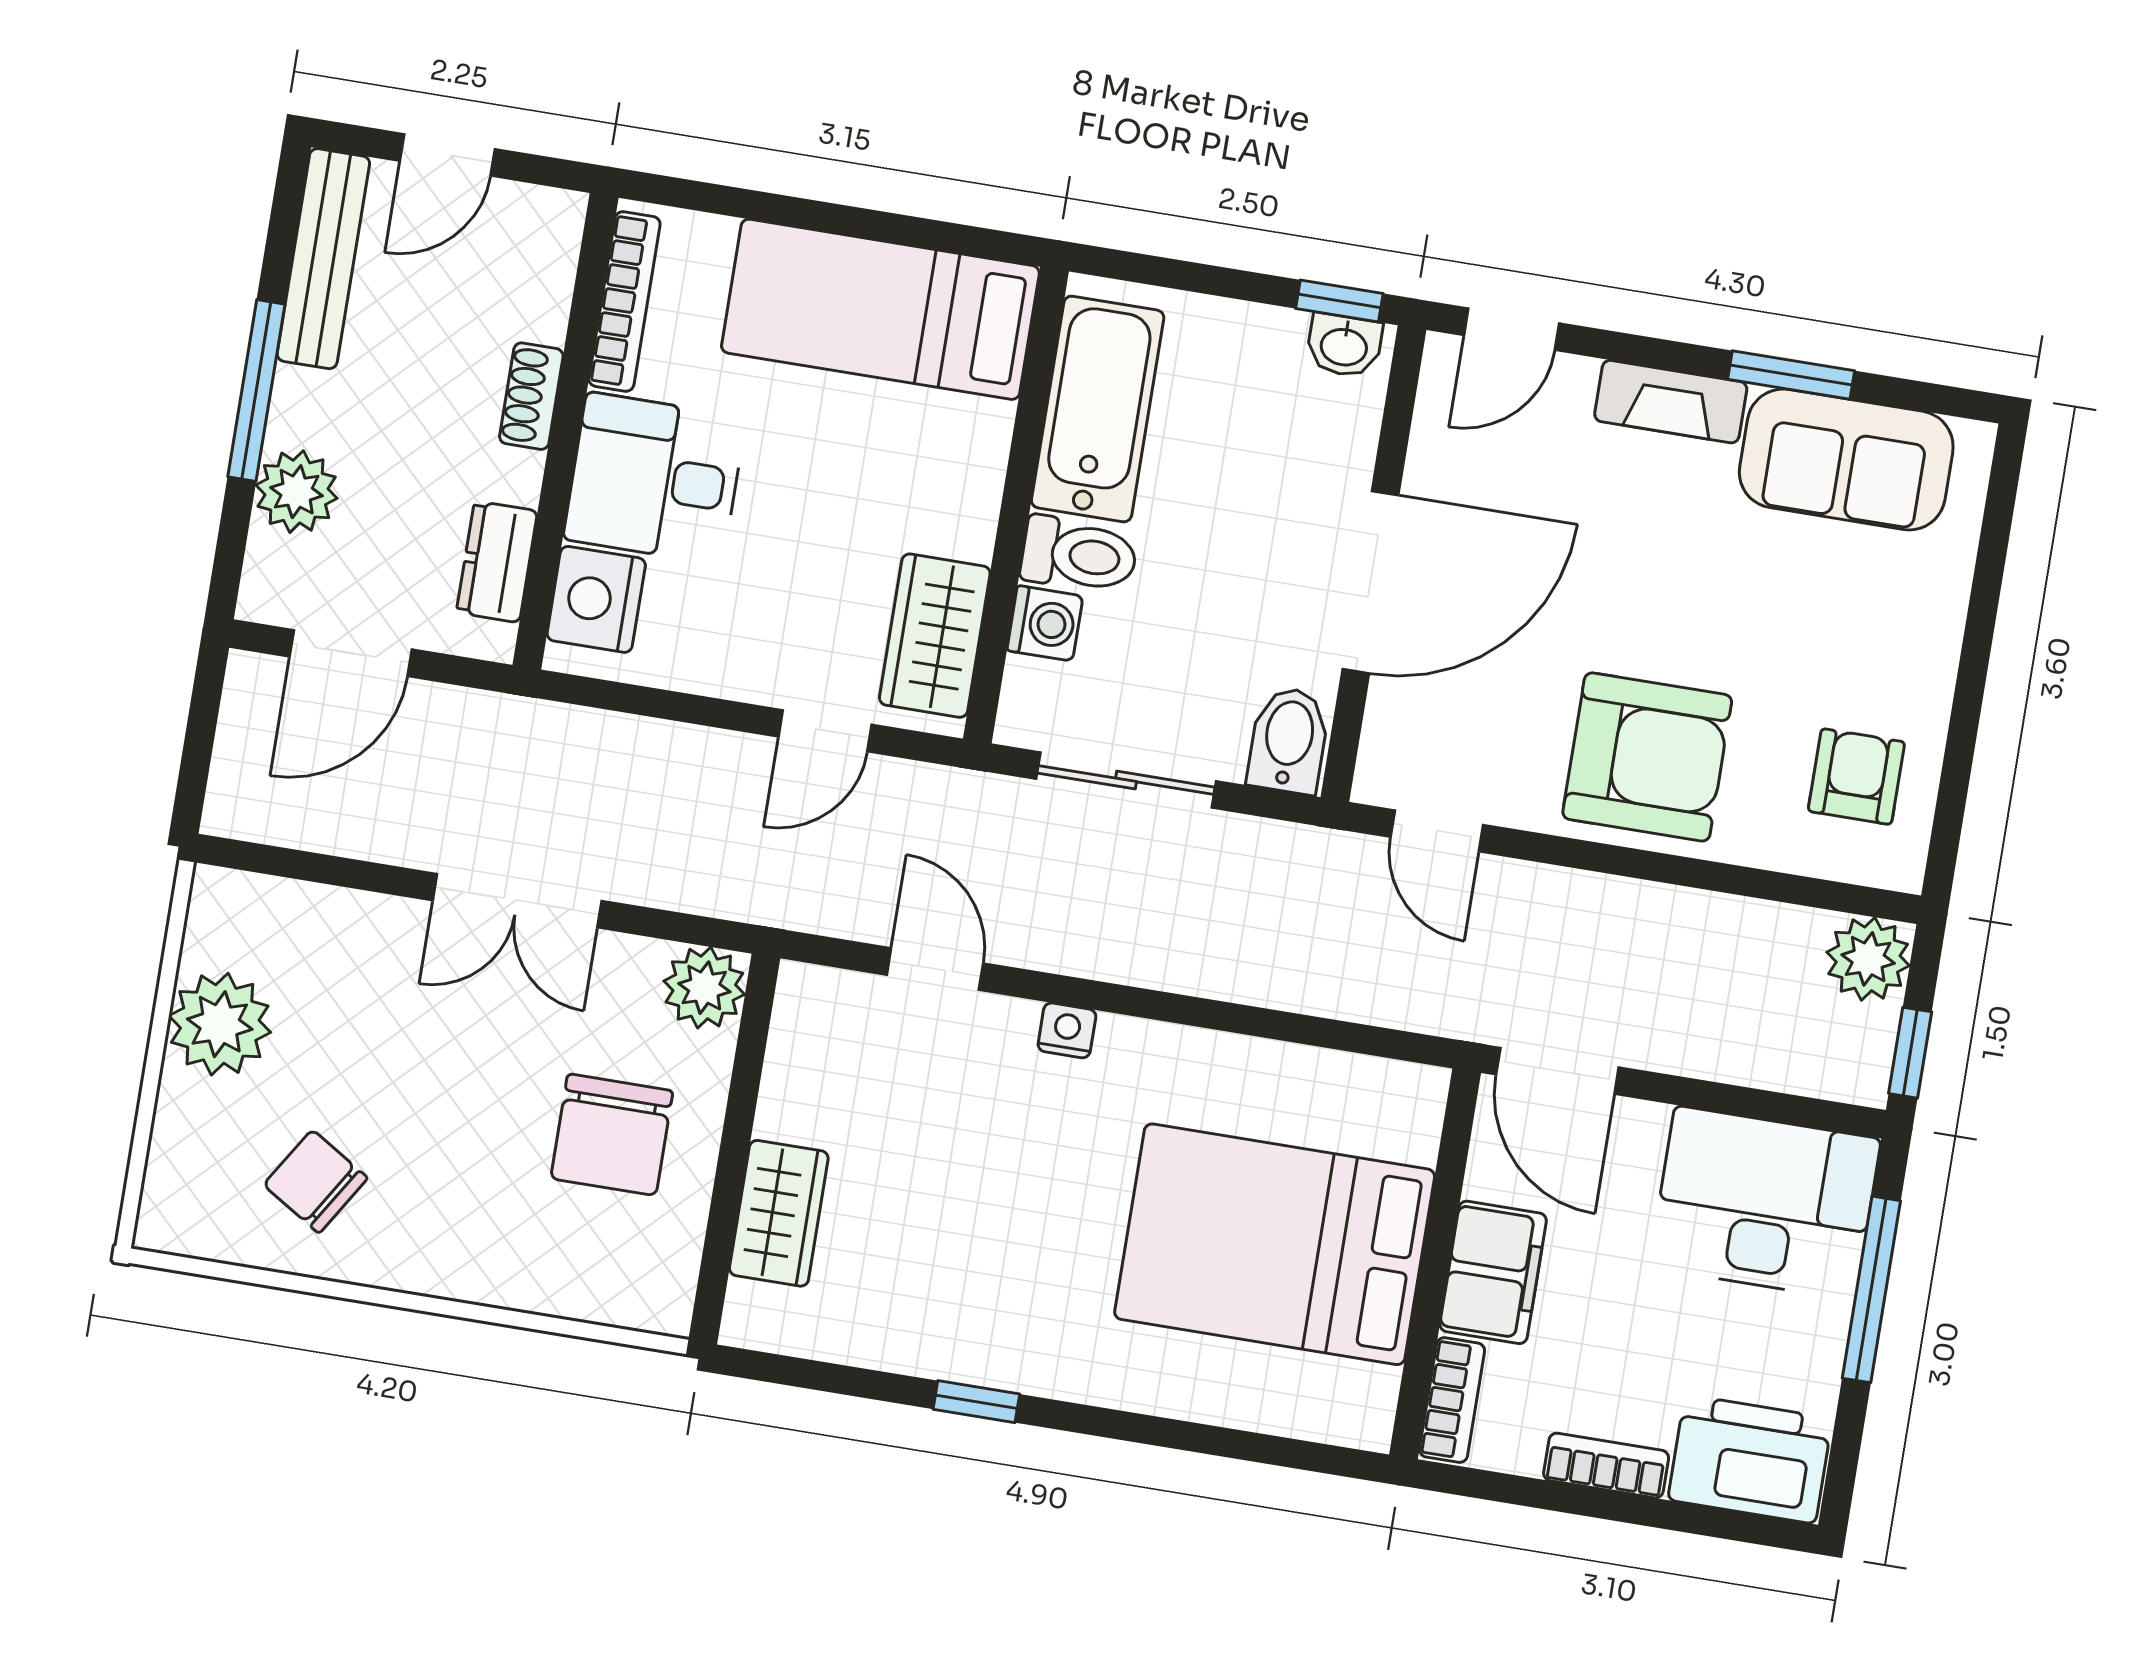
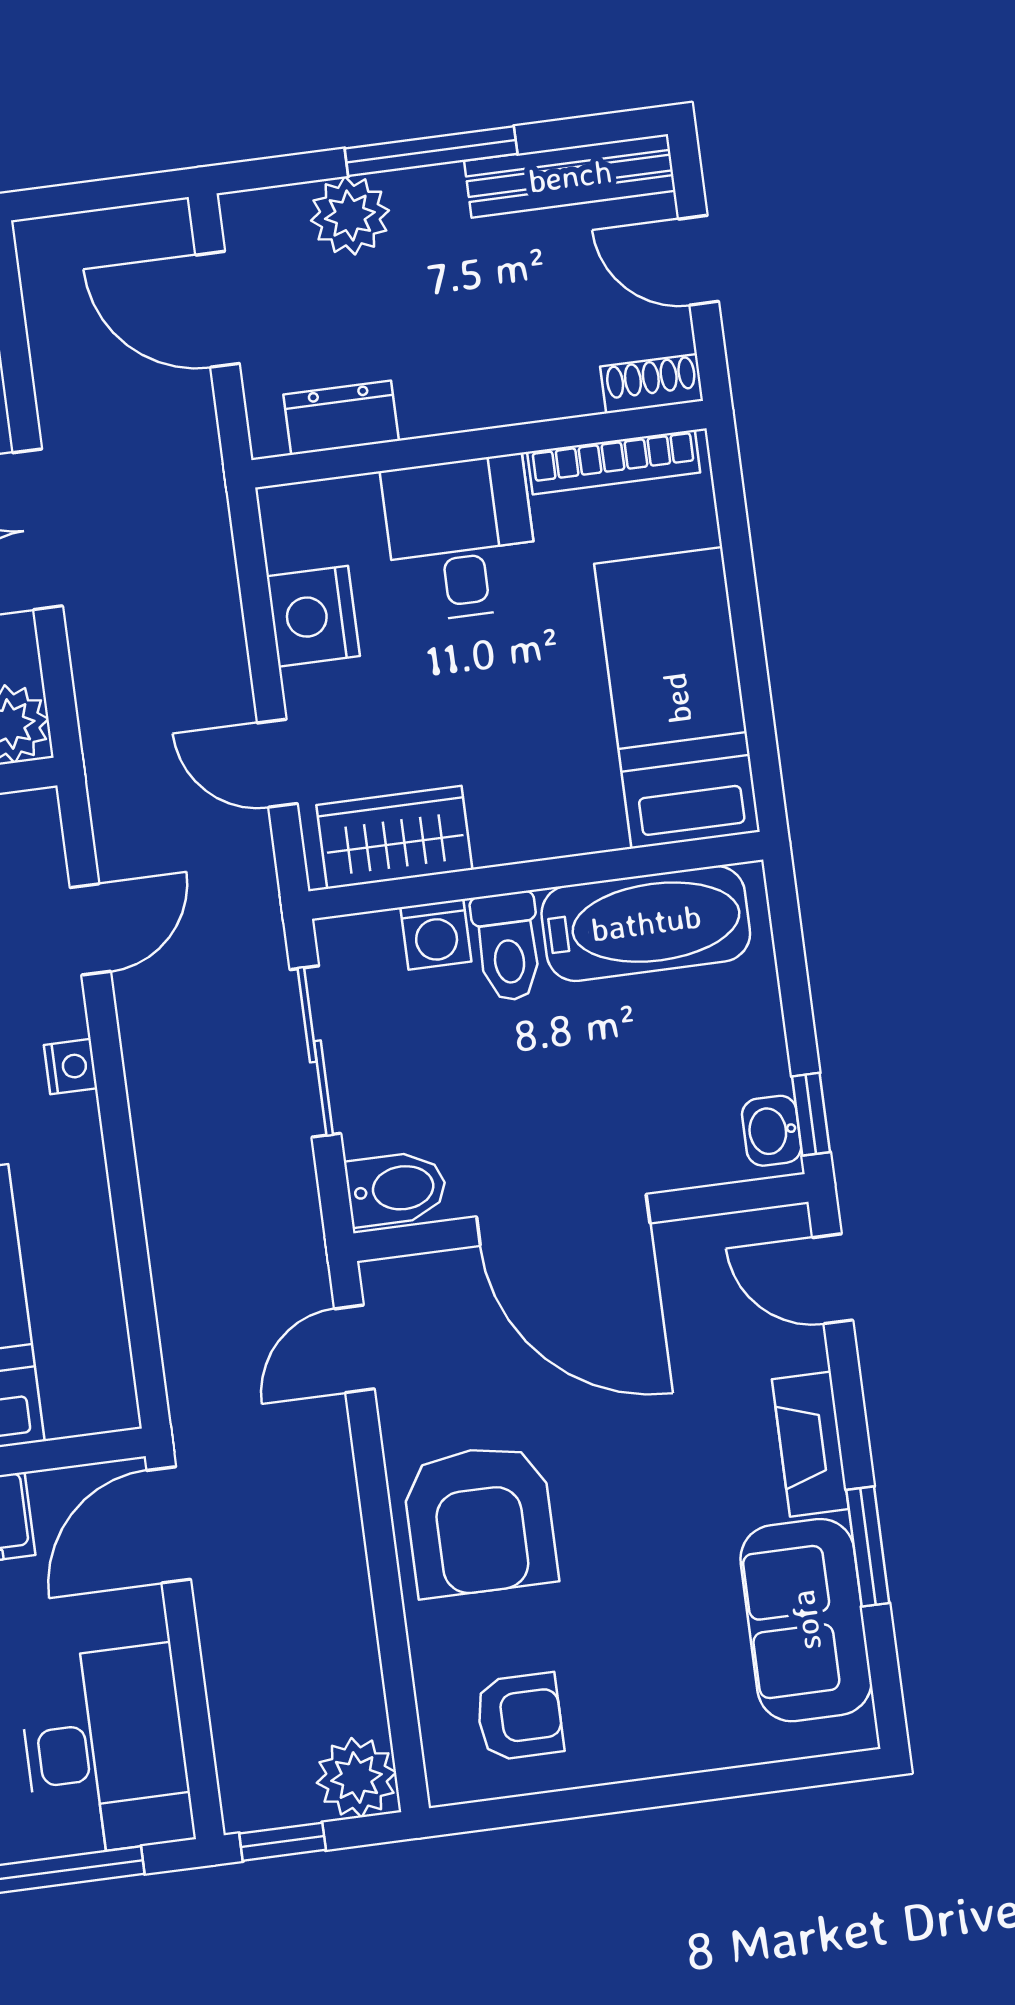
shoe rack: (531, 396) -> (652, 384), moved
nightstand: (596, 599) -> (313, 616), moved, turned -90

